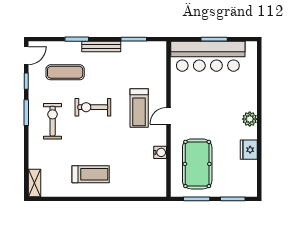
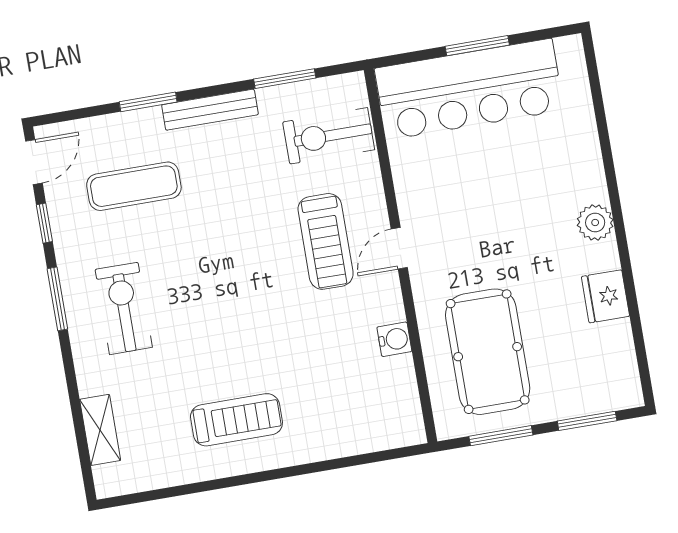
exercise bike: (93, 107) -> (329, 136), moved
shelving: (35, 183) -> (100, 430), moved

